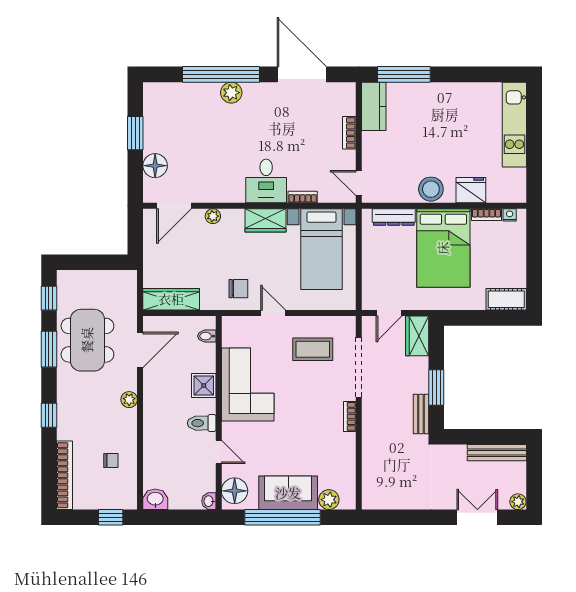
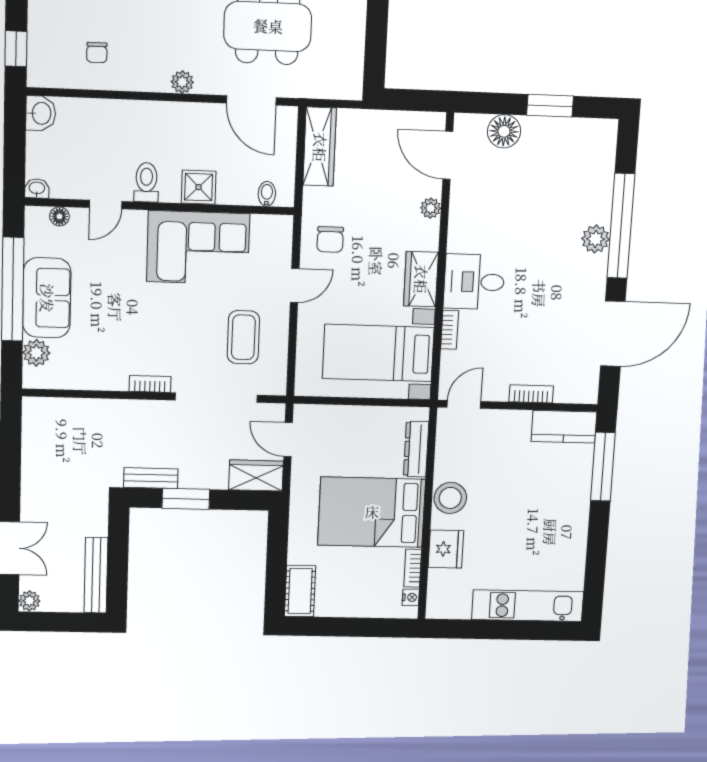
floor lamp: (235, 491) -> (59, 216), width x0.53, depth x0.53

